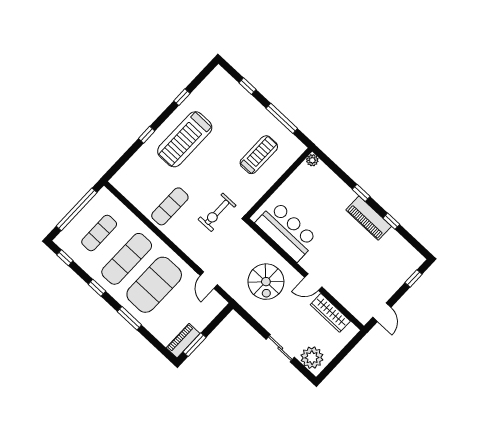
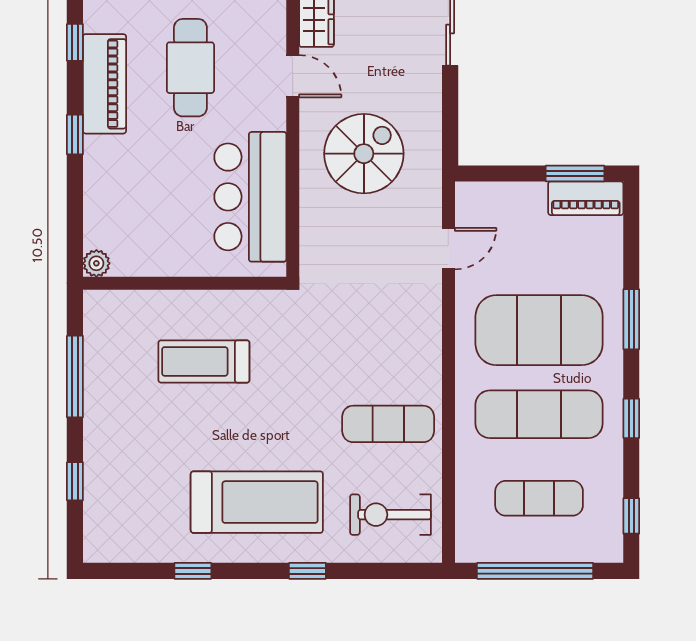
treadmill: (259, 155) -> (204, 361), moved
exercise bike: (217, 212) -> (391, 515), moved, turned 180
cafe table: (347, 251) -> (190, 68), added

